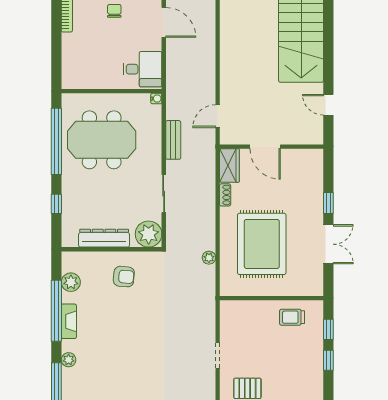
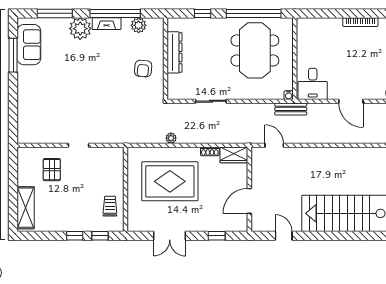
chair: (114, 11) -> (360, 61), removed
door: (164, 22) -> (351, 101), hinge flipped
door: (328, 105) -> (284, 236), hinge flipped
bench: (173, 140) -> (291, 109), moved
door: (265, 147) -> (249, 201), moved
window: (328, 203) -> (217, 236), moved
plant: (149, 234) -> (178, 89), removed
plant: (209, 258) -> (171, 138), moved
plant: (69, 360) -> (80, 29), width x1.88, depth x1.88

